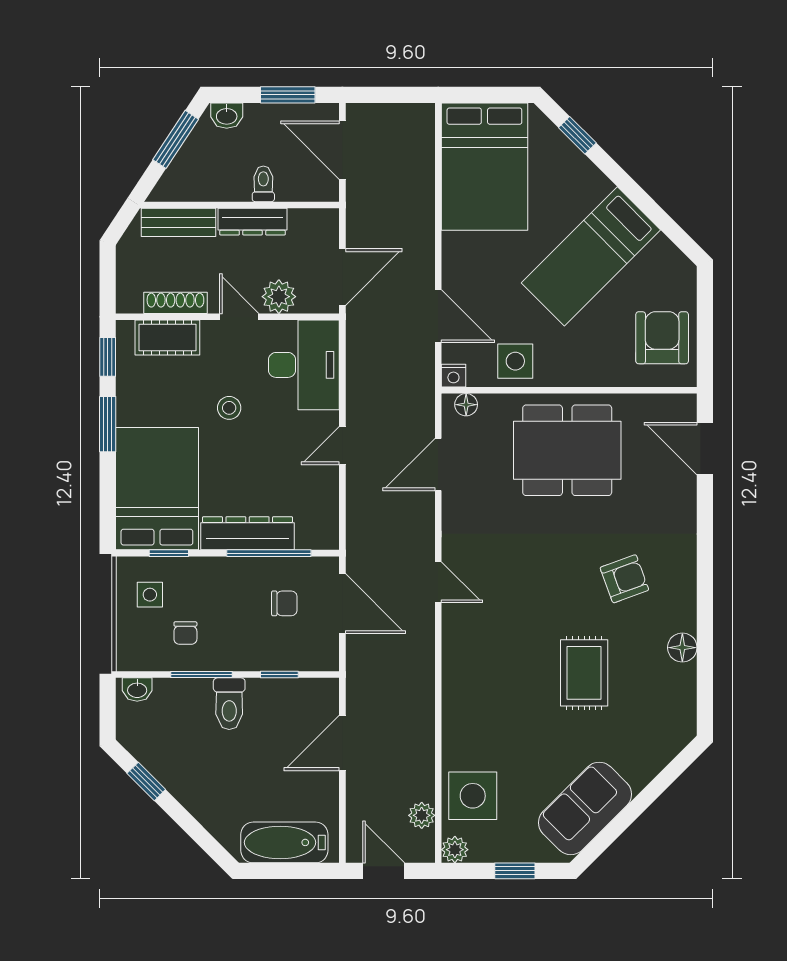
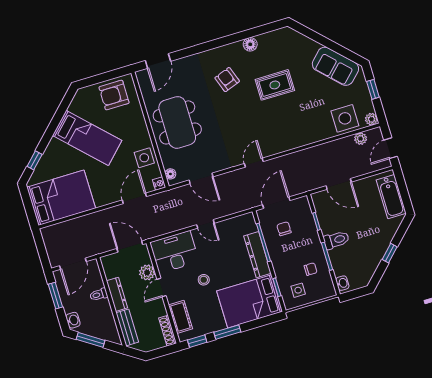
shoe rack: (175, 303) -> (168, 331), moved
window: (146, 781) -> (390, 253), moved

